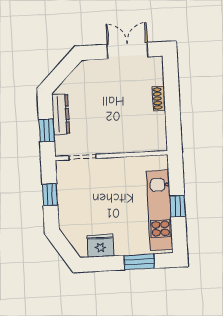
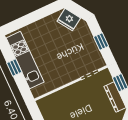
fridge: (100, 246) -> (69, 20), moved, turned 57
window: (139, 262) -> (25, 21), removed

